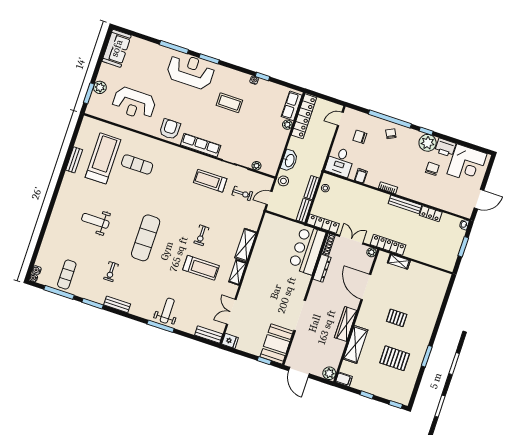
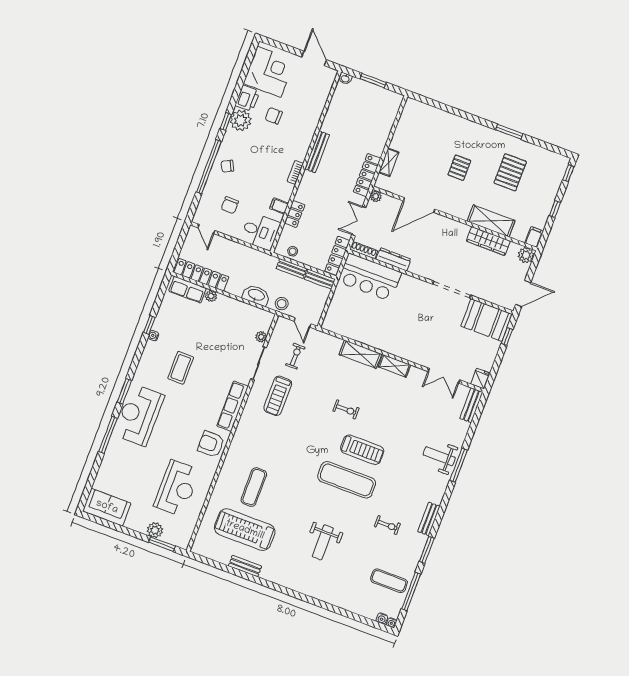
locker: (431, 214) -> (295, 214), moved
treadmill: (201, 268) -> (362, 450), moved, turned 90
wardrobe: (346, 324) -> (488, 241), moved

